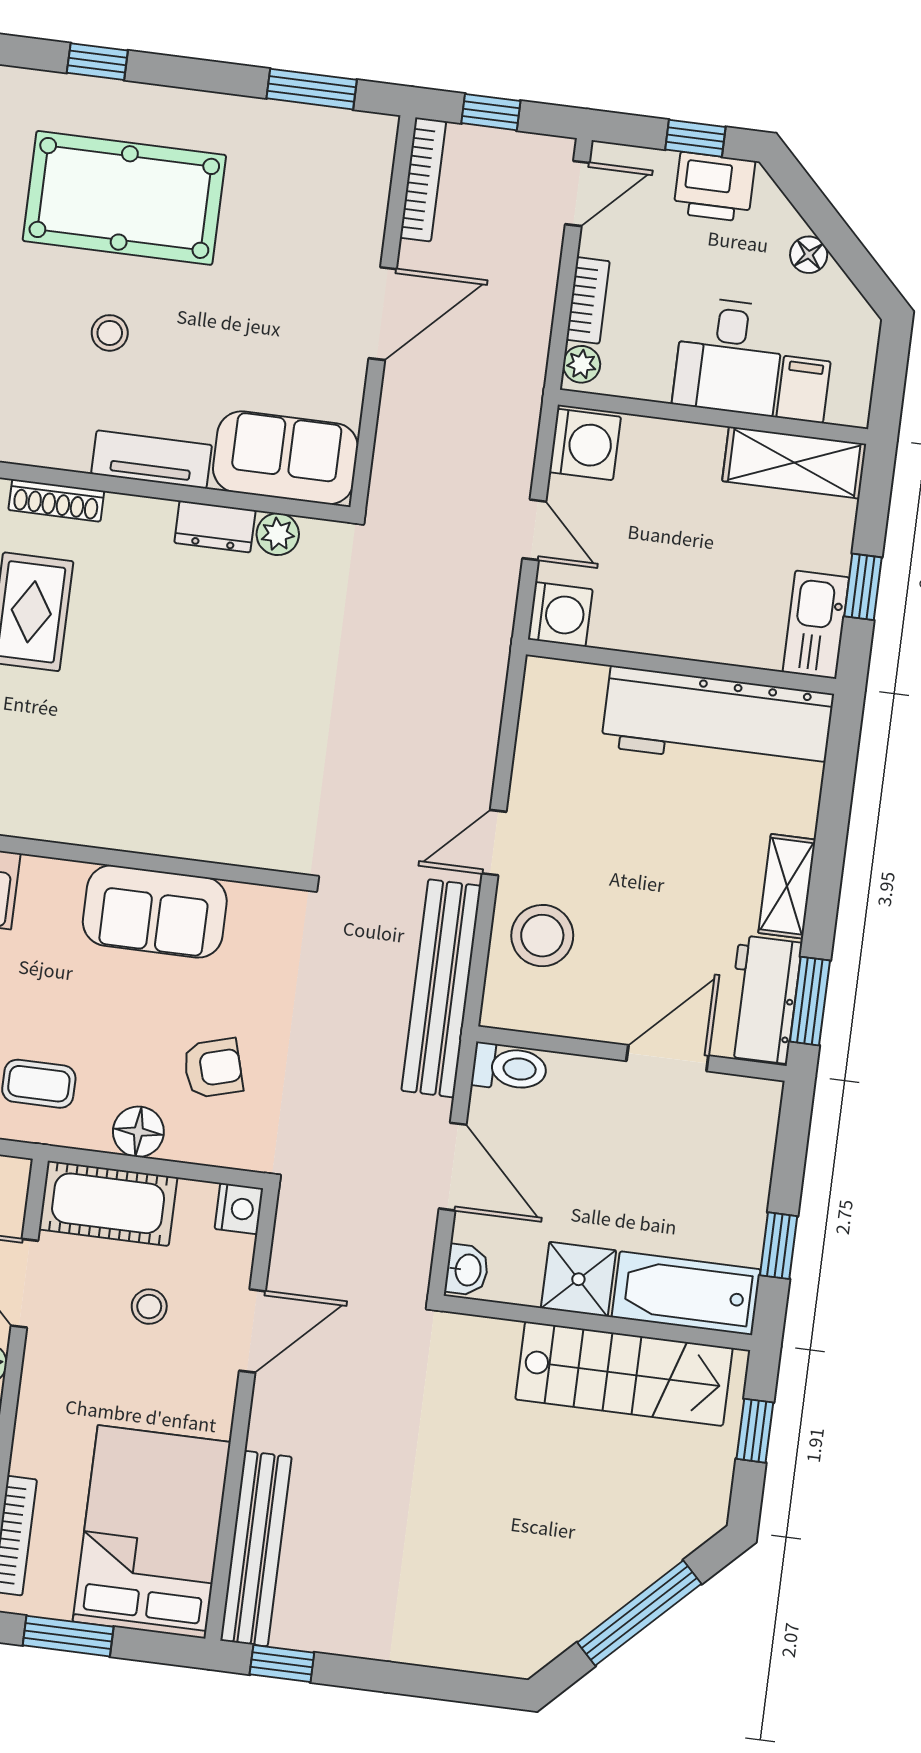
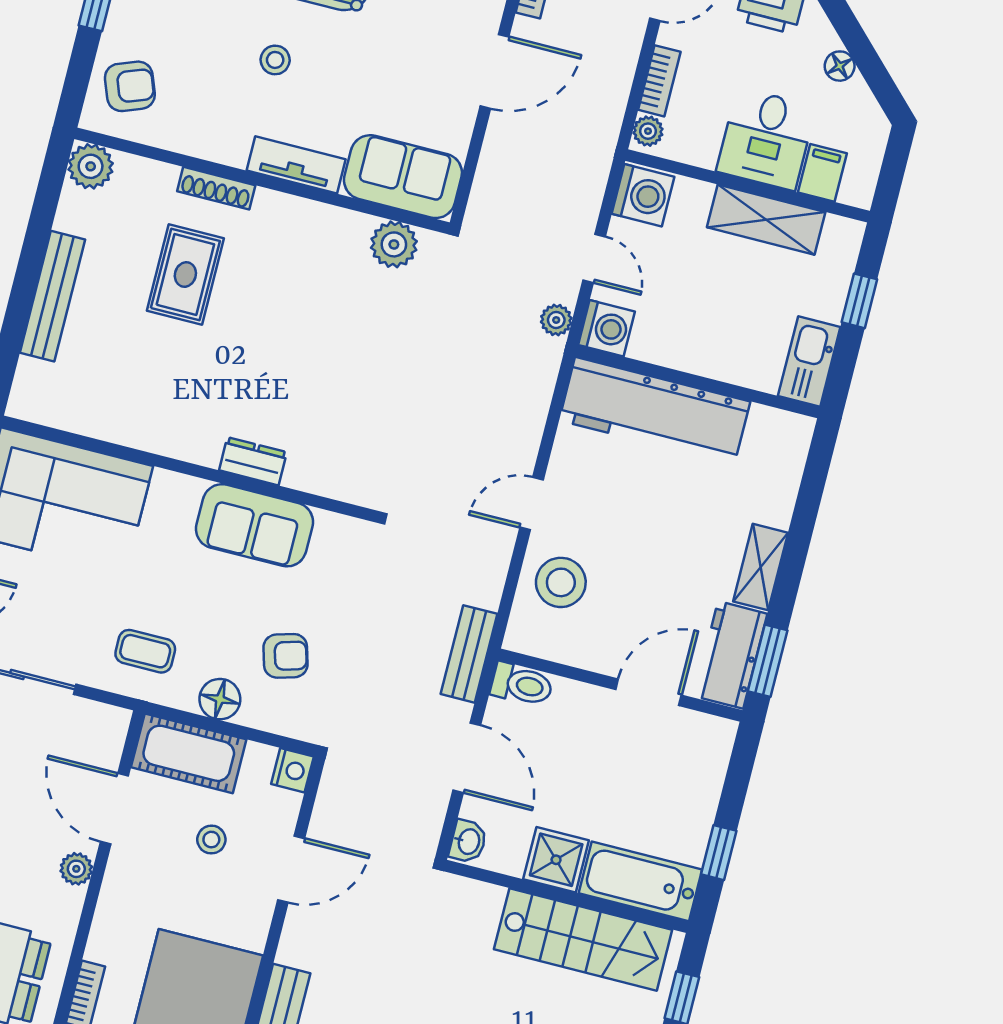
shelving: (794, 463) -> (766, 220), moved
dresser: (215, 527) -> (253, 461), moved, turned 180
plant: (278, 534) -> (394, 244), width x1.38, depth x1.38
window: (863, 587) -> (859, 301), moved
plant: (497, 612) -> (556, 320), added
workbench: (717, 720) -> (655, 411), moved
bench: (441, 988) -> (469, 654), width x0.54, depth x0.82

